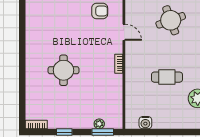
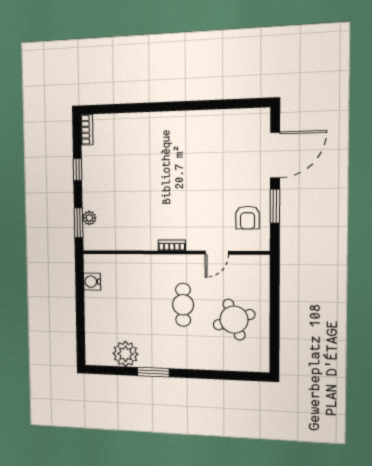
round table: (63, 70) -> (162, 166), removed
cafe table: (167, 77) -> (183, 305), moved

